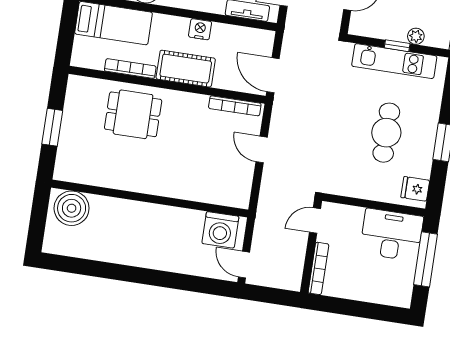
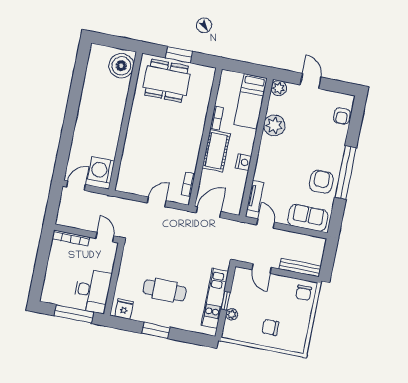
bookcase: (130, 69) -> (217, 118), width x0.64
bookcase: (235, 106) -> (188, 184), width x0.64
dining table: (133, 114) -> (167, 81), moved, width x1.37

